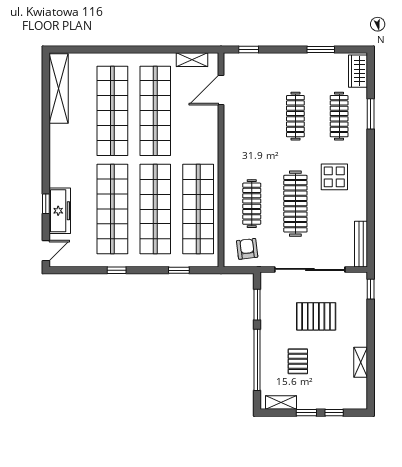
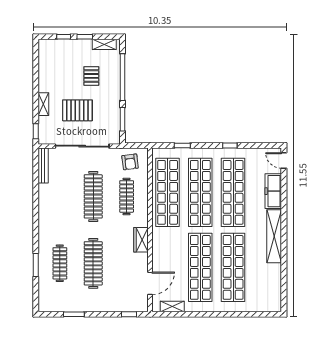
wardrobe: (358, 71) -> (141, 240), moved, turned 180
shelving: (59, 88) -> (274, 236), moved
clothes rail: (295, 116) -> (93, 263), width x1.37, depth x1.31
display table: (334, 177) -> (63, 217), removed
window: (46, 204) -> (284, 196), removed
door: (46, 251) -> (284, 161), hinge flipped
shelving: (361, 362) -> (43, 104), moved

